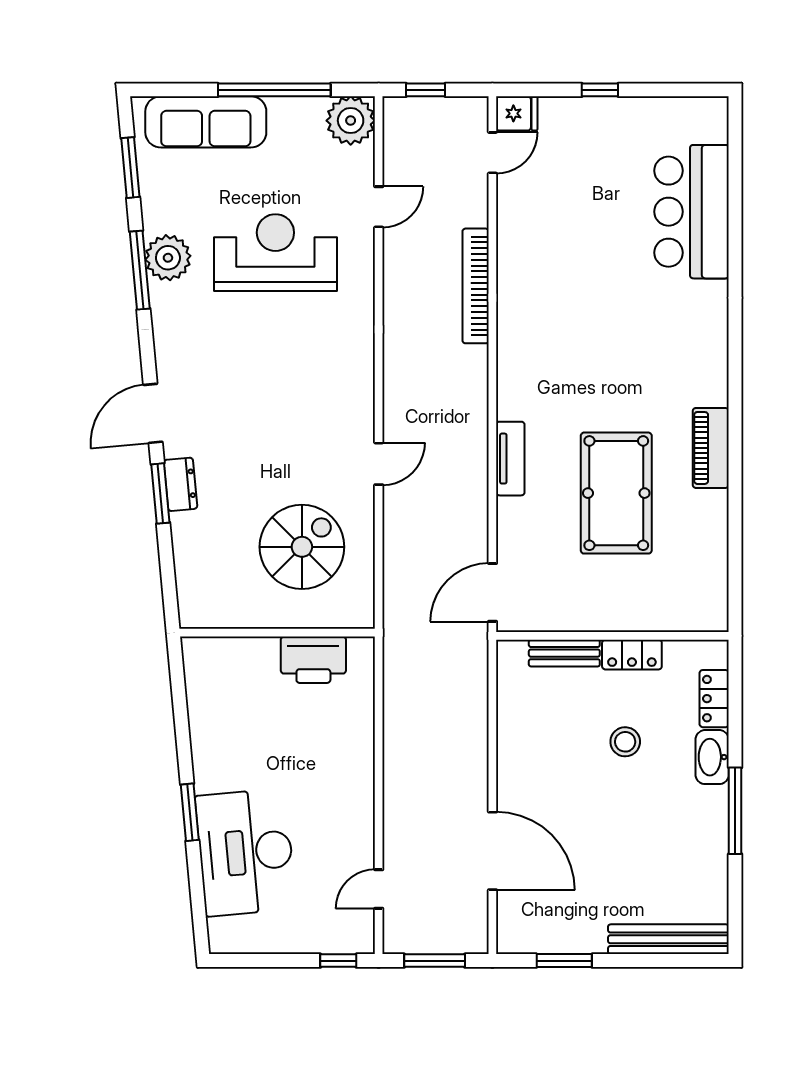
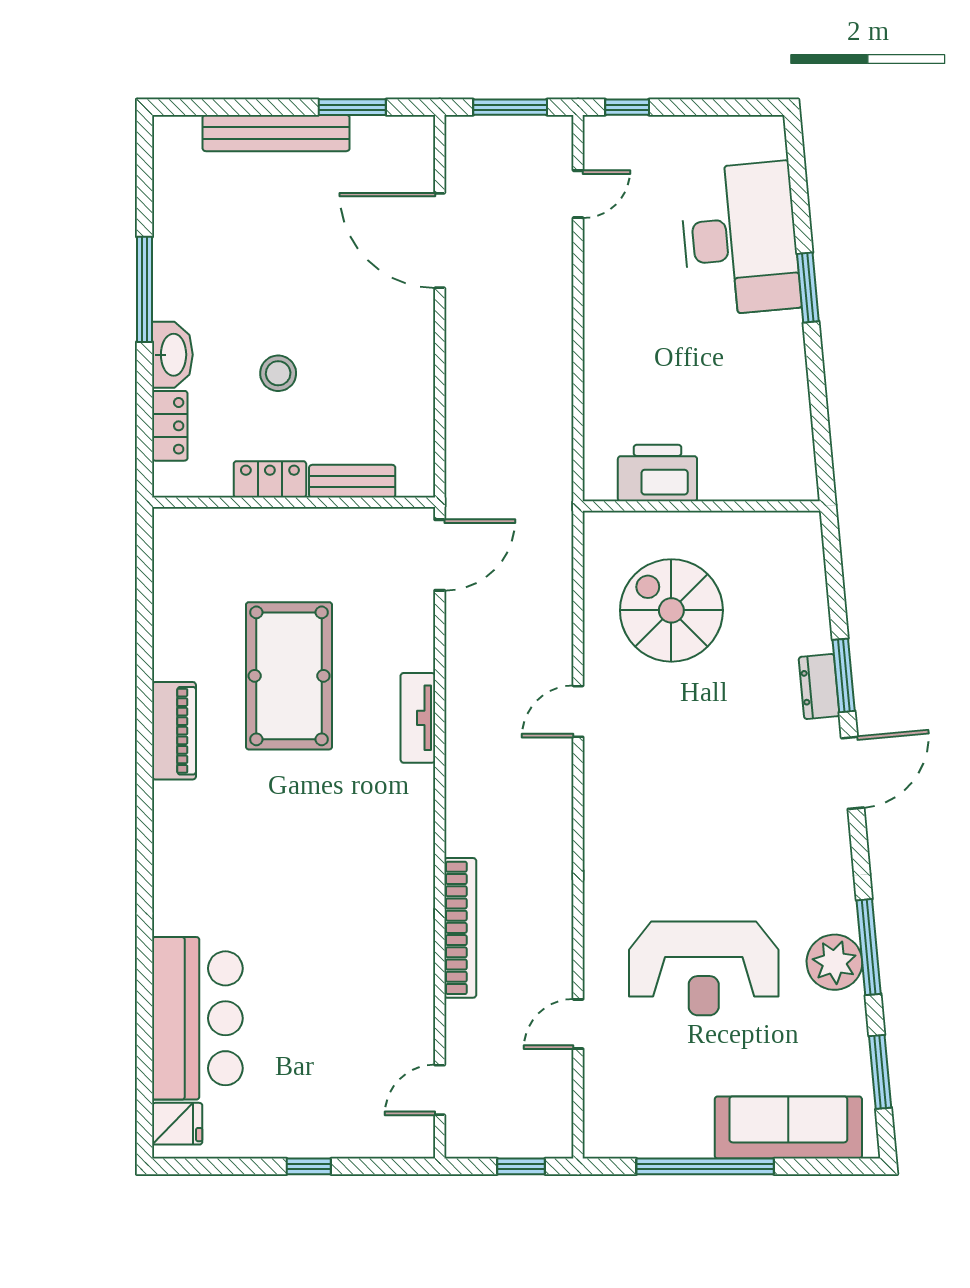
fridge: (517, 113) -> (177, 1124), moved, turned 180
plant: (351, 121) -> (612, 1129), removed
spiral stairs: (302, 547) -> (671, 610), turned 90
bench: (668, 939) -> (276, 133), moved

